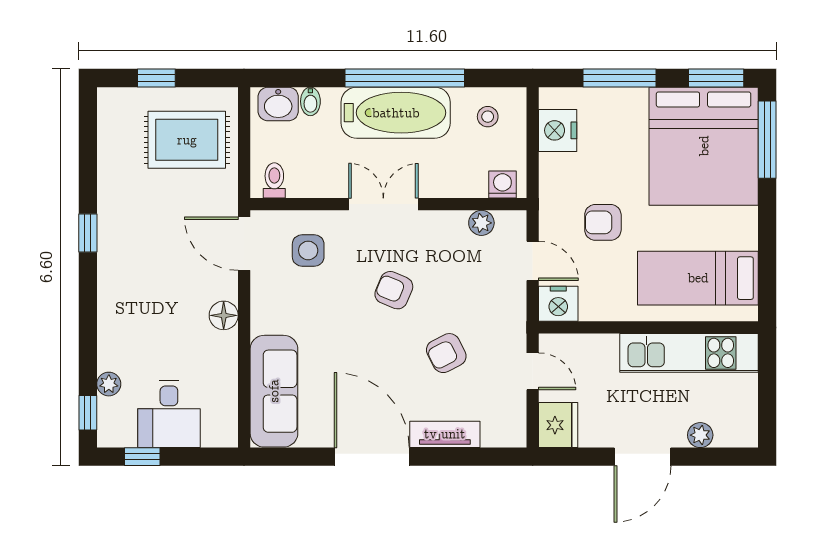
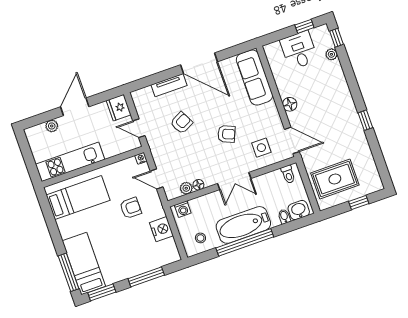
nightstand: (558, 130) -> (161, 229), moved
bed: (704, 146) -> (84, 264), width x0.49
floor lamp: (455, 221) -> (198, 185), added
armchair: (394, 290) -> (226, 134), moved
nightstand: (558, 304) -> (141, 158), width x0.53, depth x0.56

